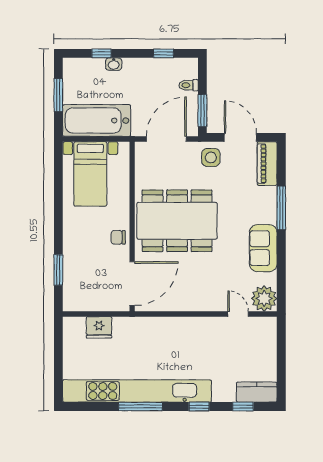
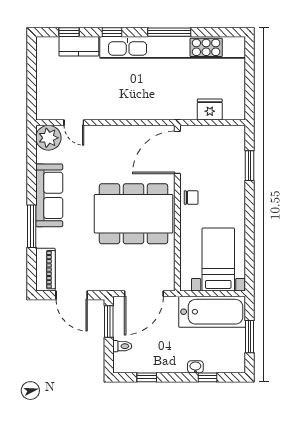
side table: (211, 157) -> (100, 276), removed
sofa: (263, 248) -> (49, 195), width x1.36
kitchen counter: (257, 392) -> (79, 46), moved

